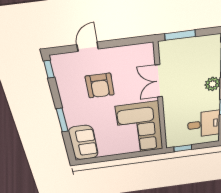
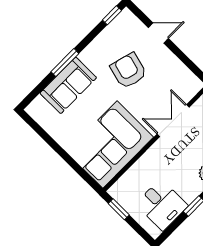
armchair: (100, 86) -> (129, 71), turned 105
sofa: (83, 143) -> (68, 85), moved

